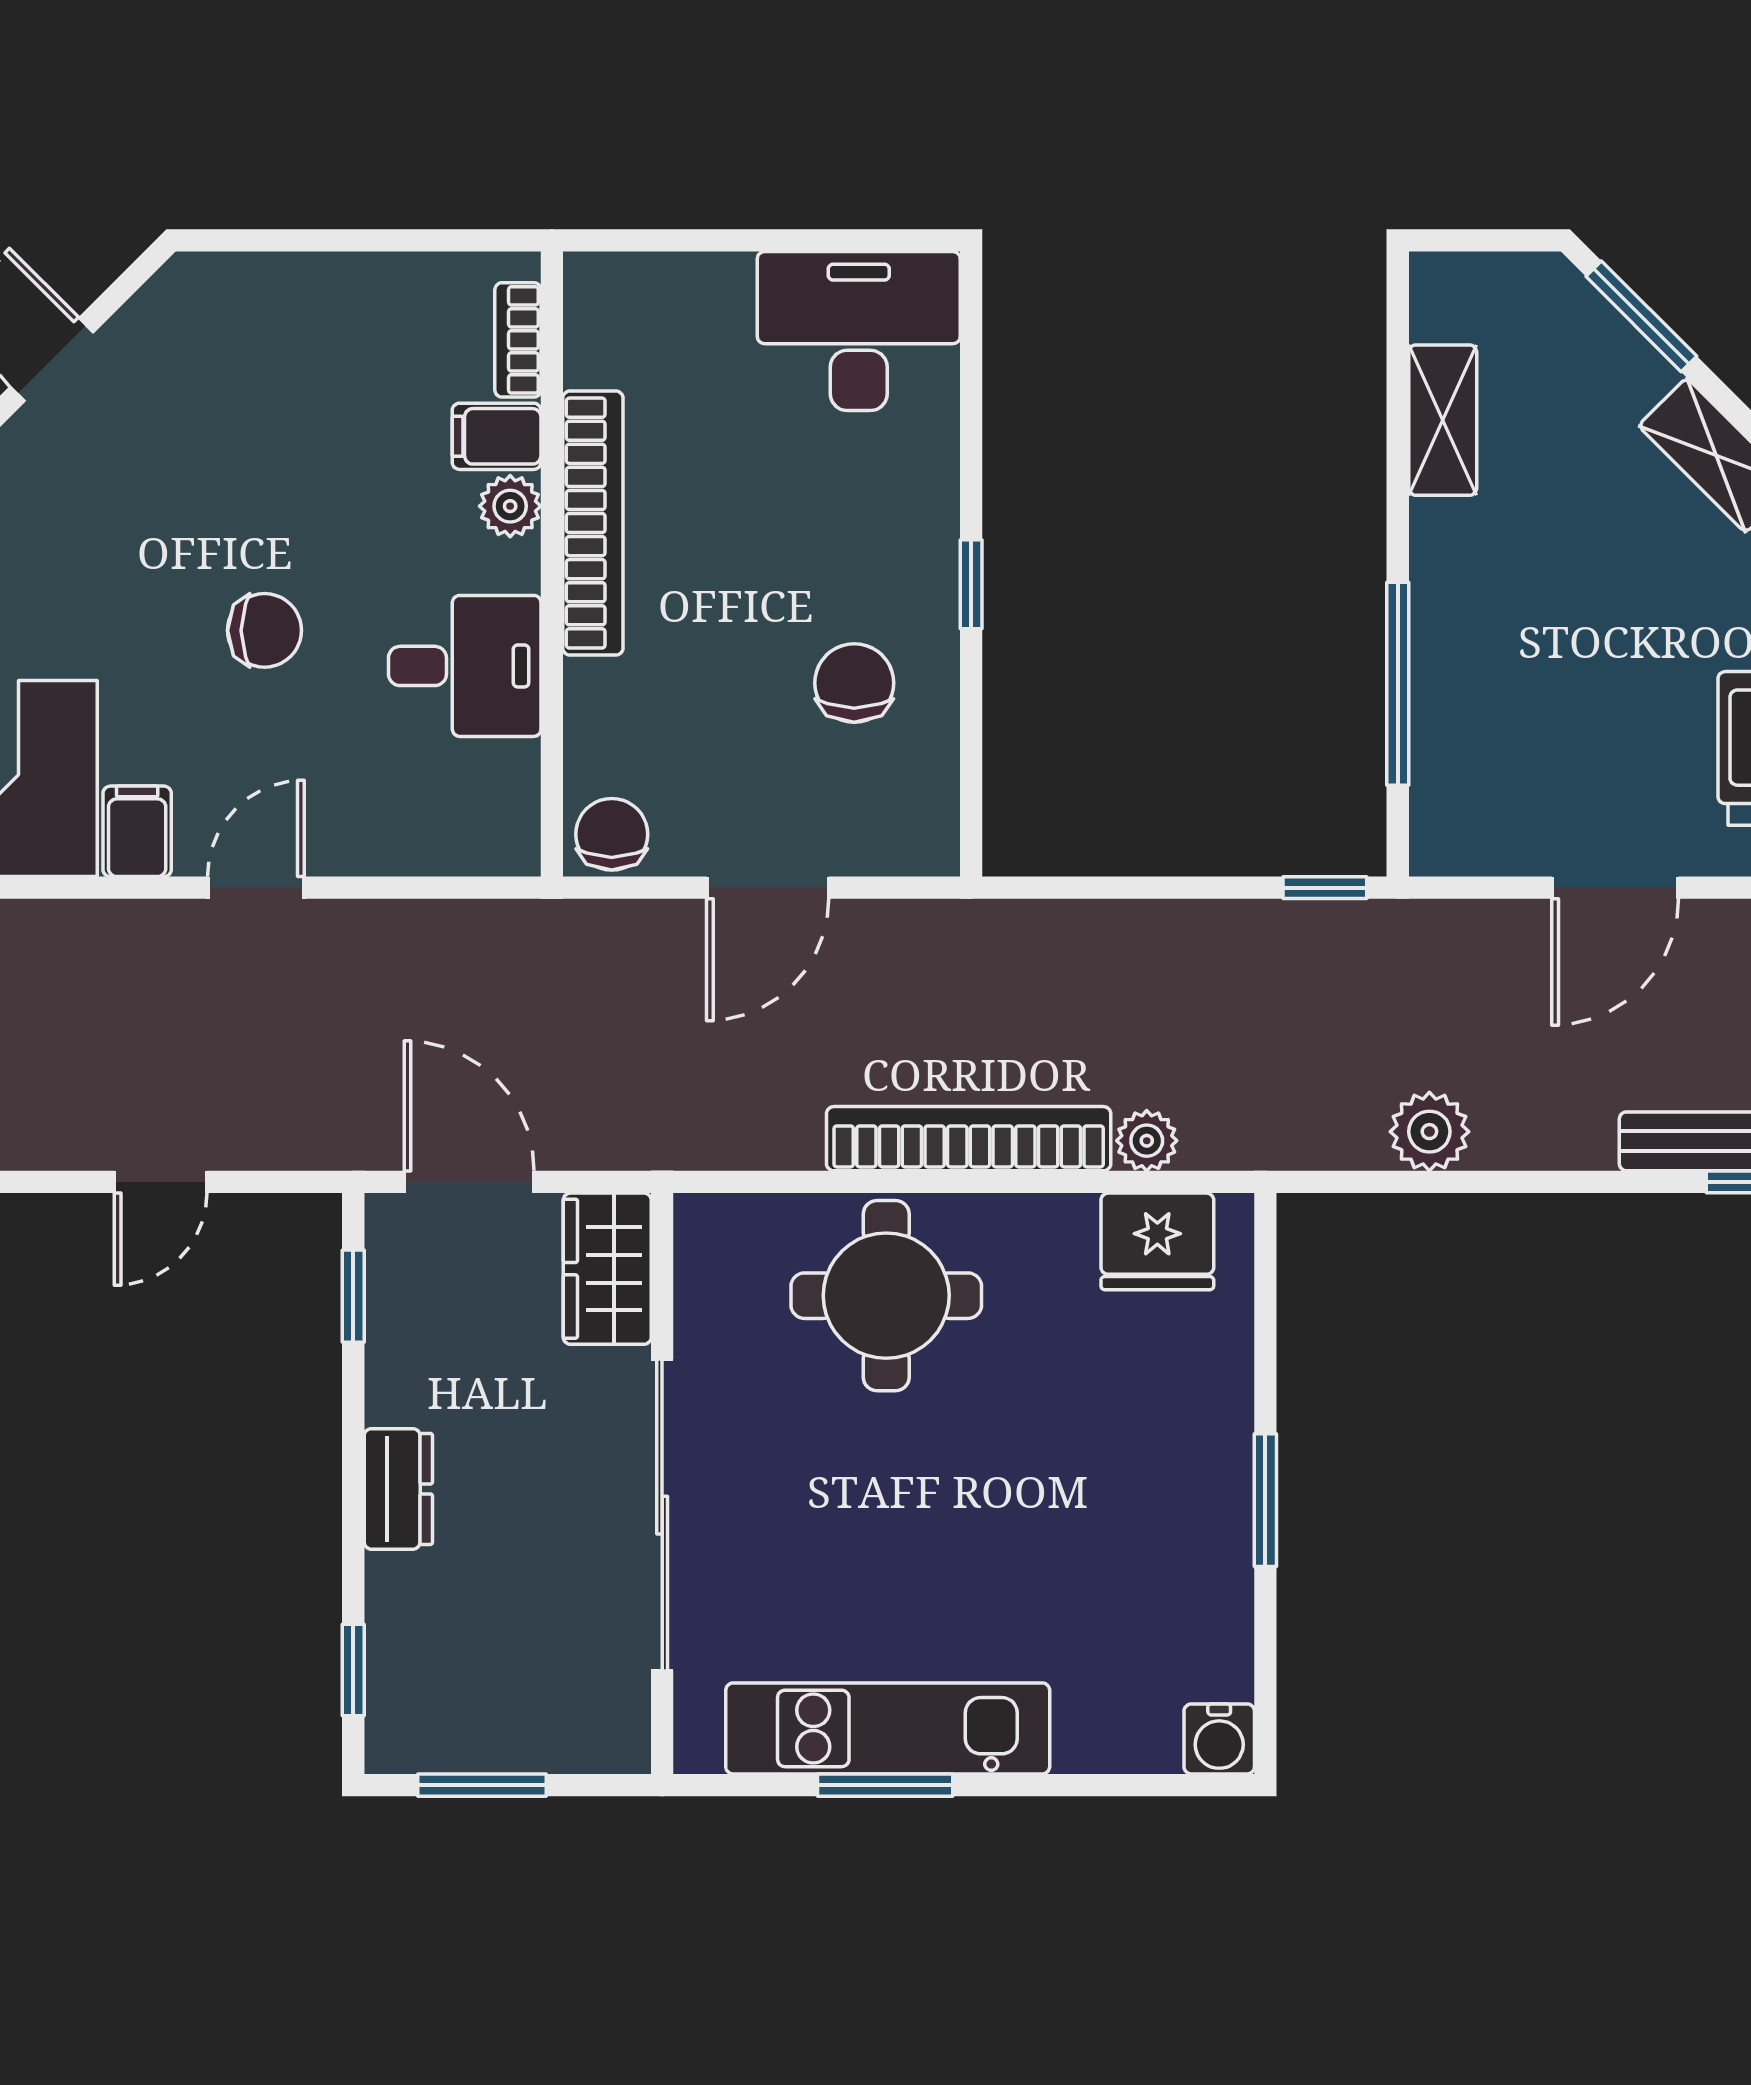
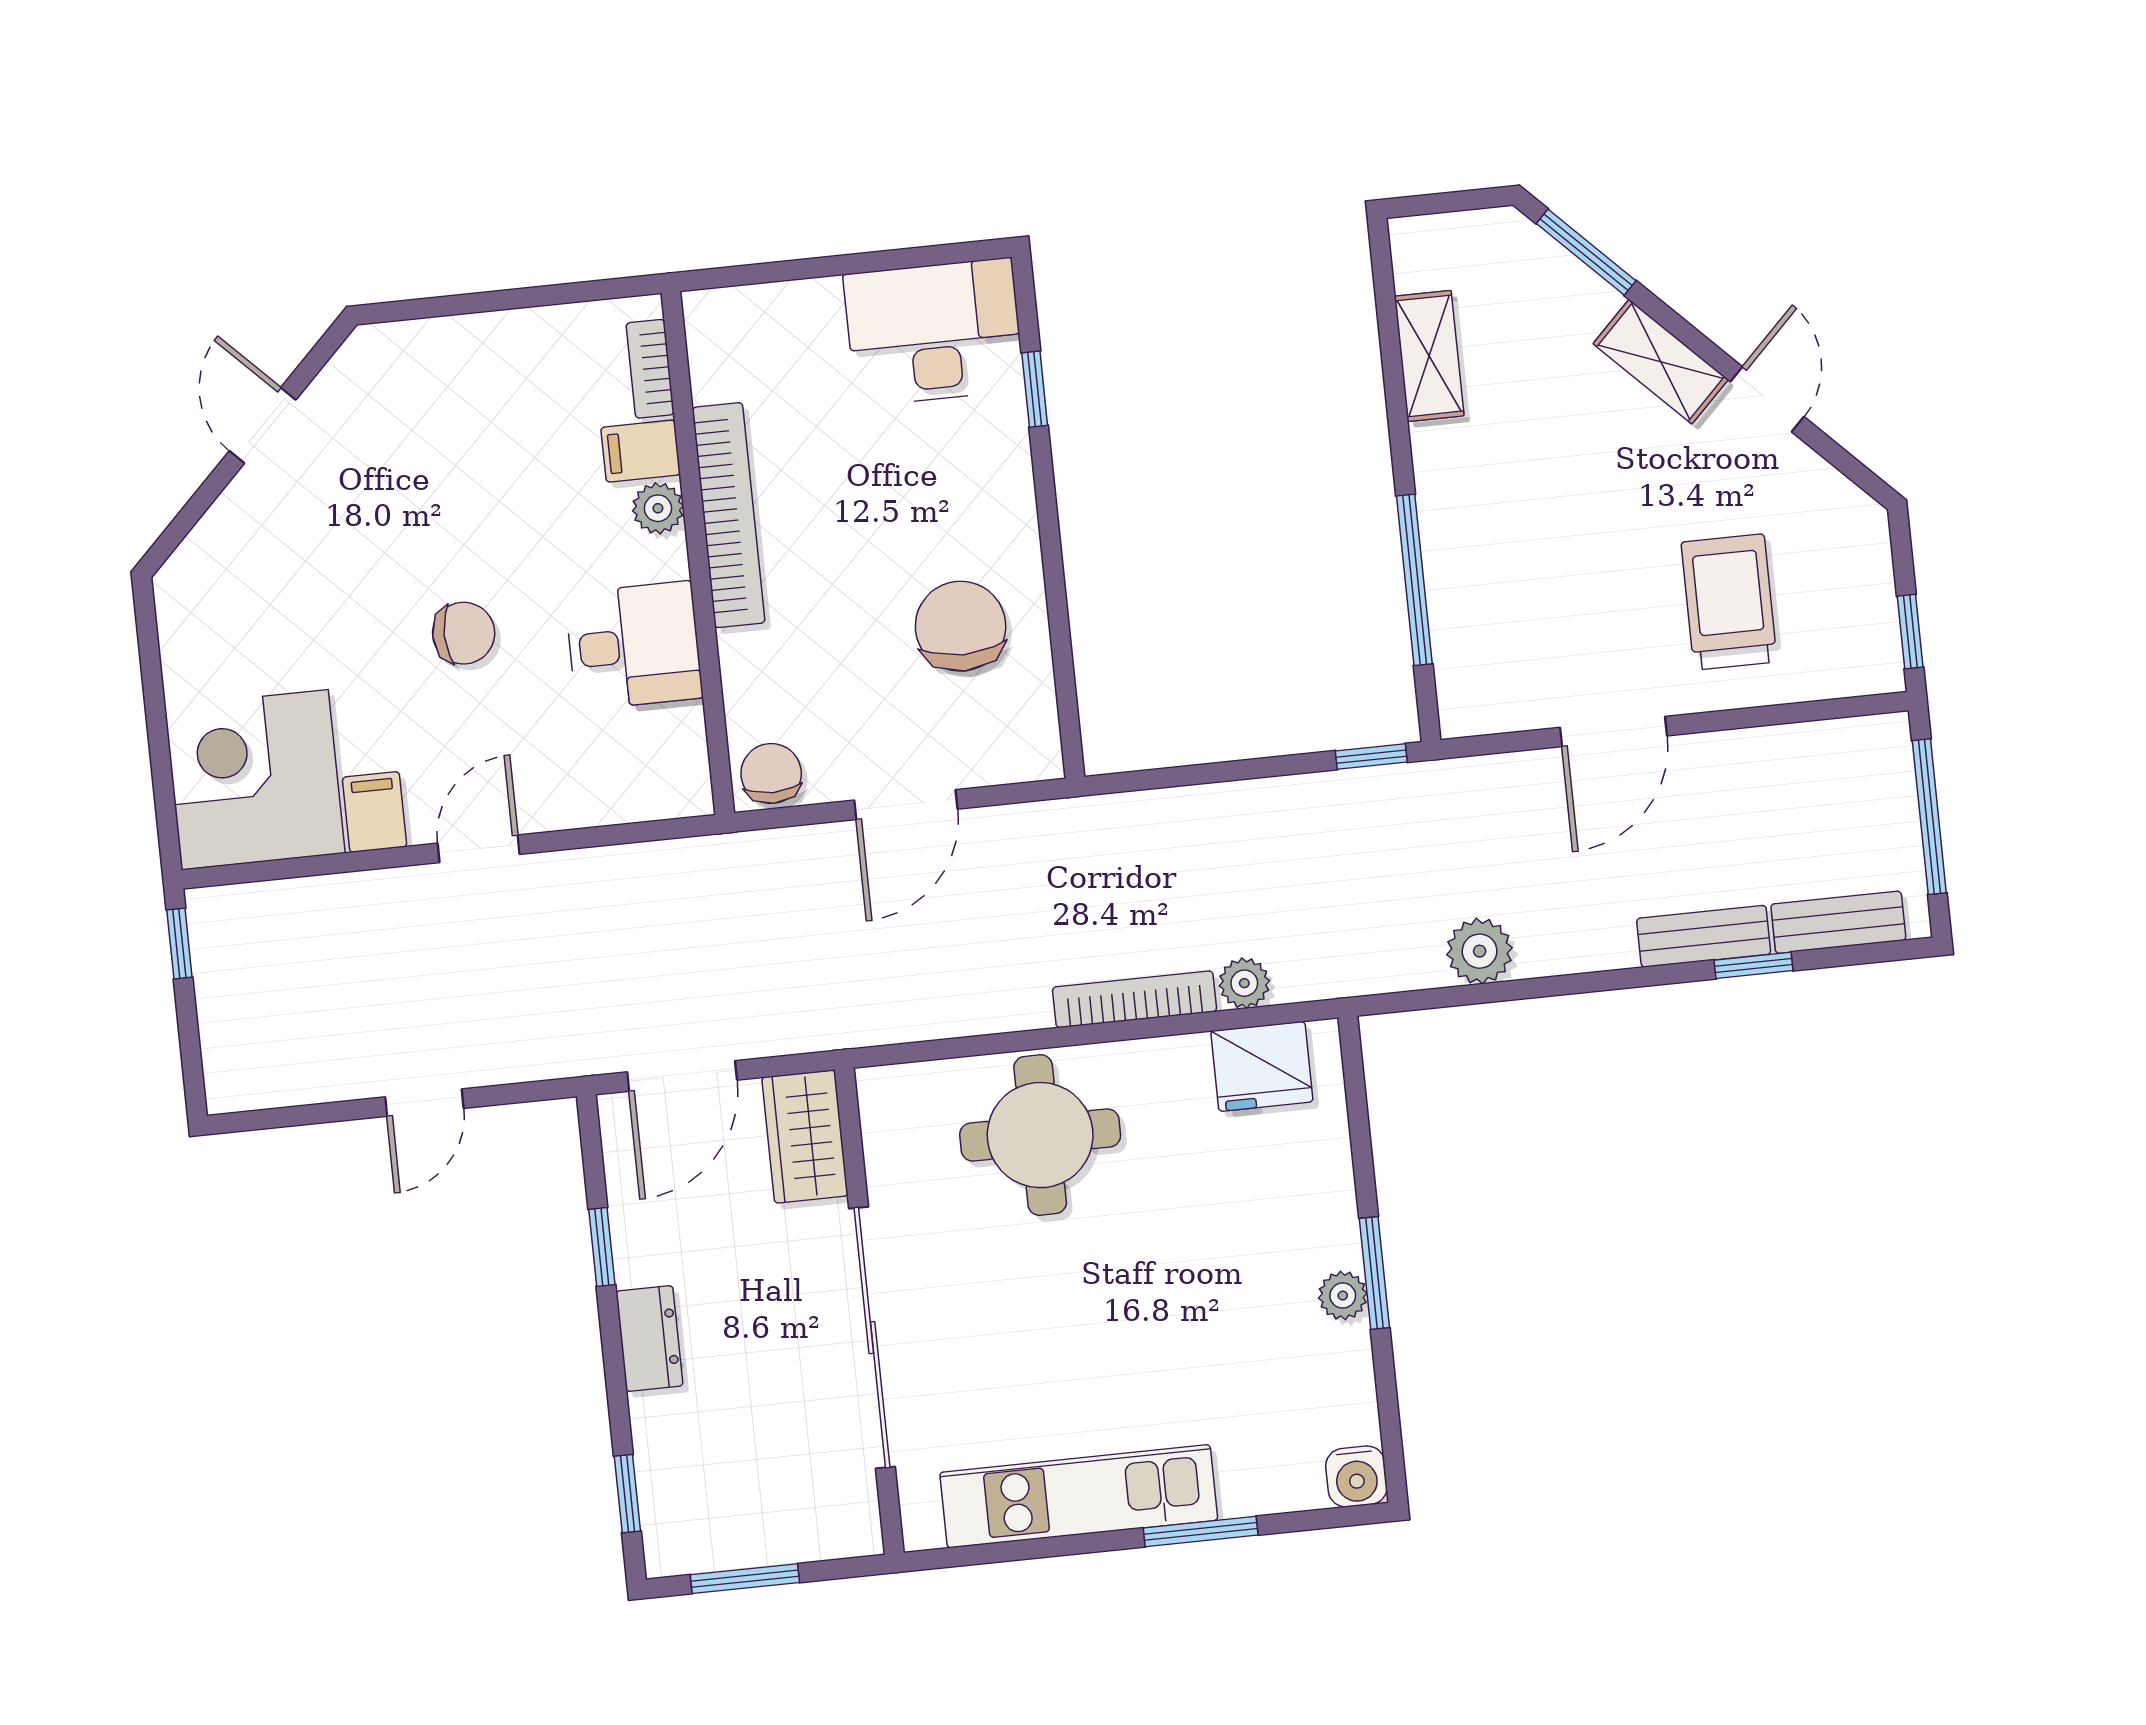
window: (971, 584) -> (1035, 389), moved
chair: (854, 683) -> (961, 626), width x1.37, depth x1.37
bookcase: (969, 1139) -> (1135, 999), width x0.68, depth x0.76
door: (469, 1182) -> (682, 1076), swing flipped
window: (353, 1296) -> (602, 1247), moved
plant: (1225, 1523) -> (1343, 1296), added
window: (885, 1785) -> (1201, 1532), moved

